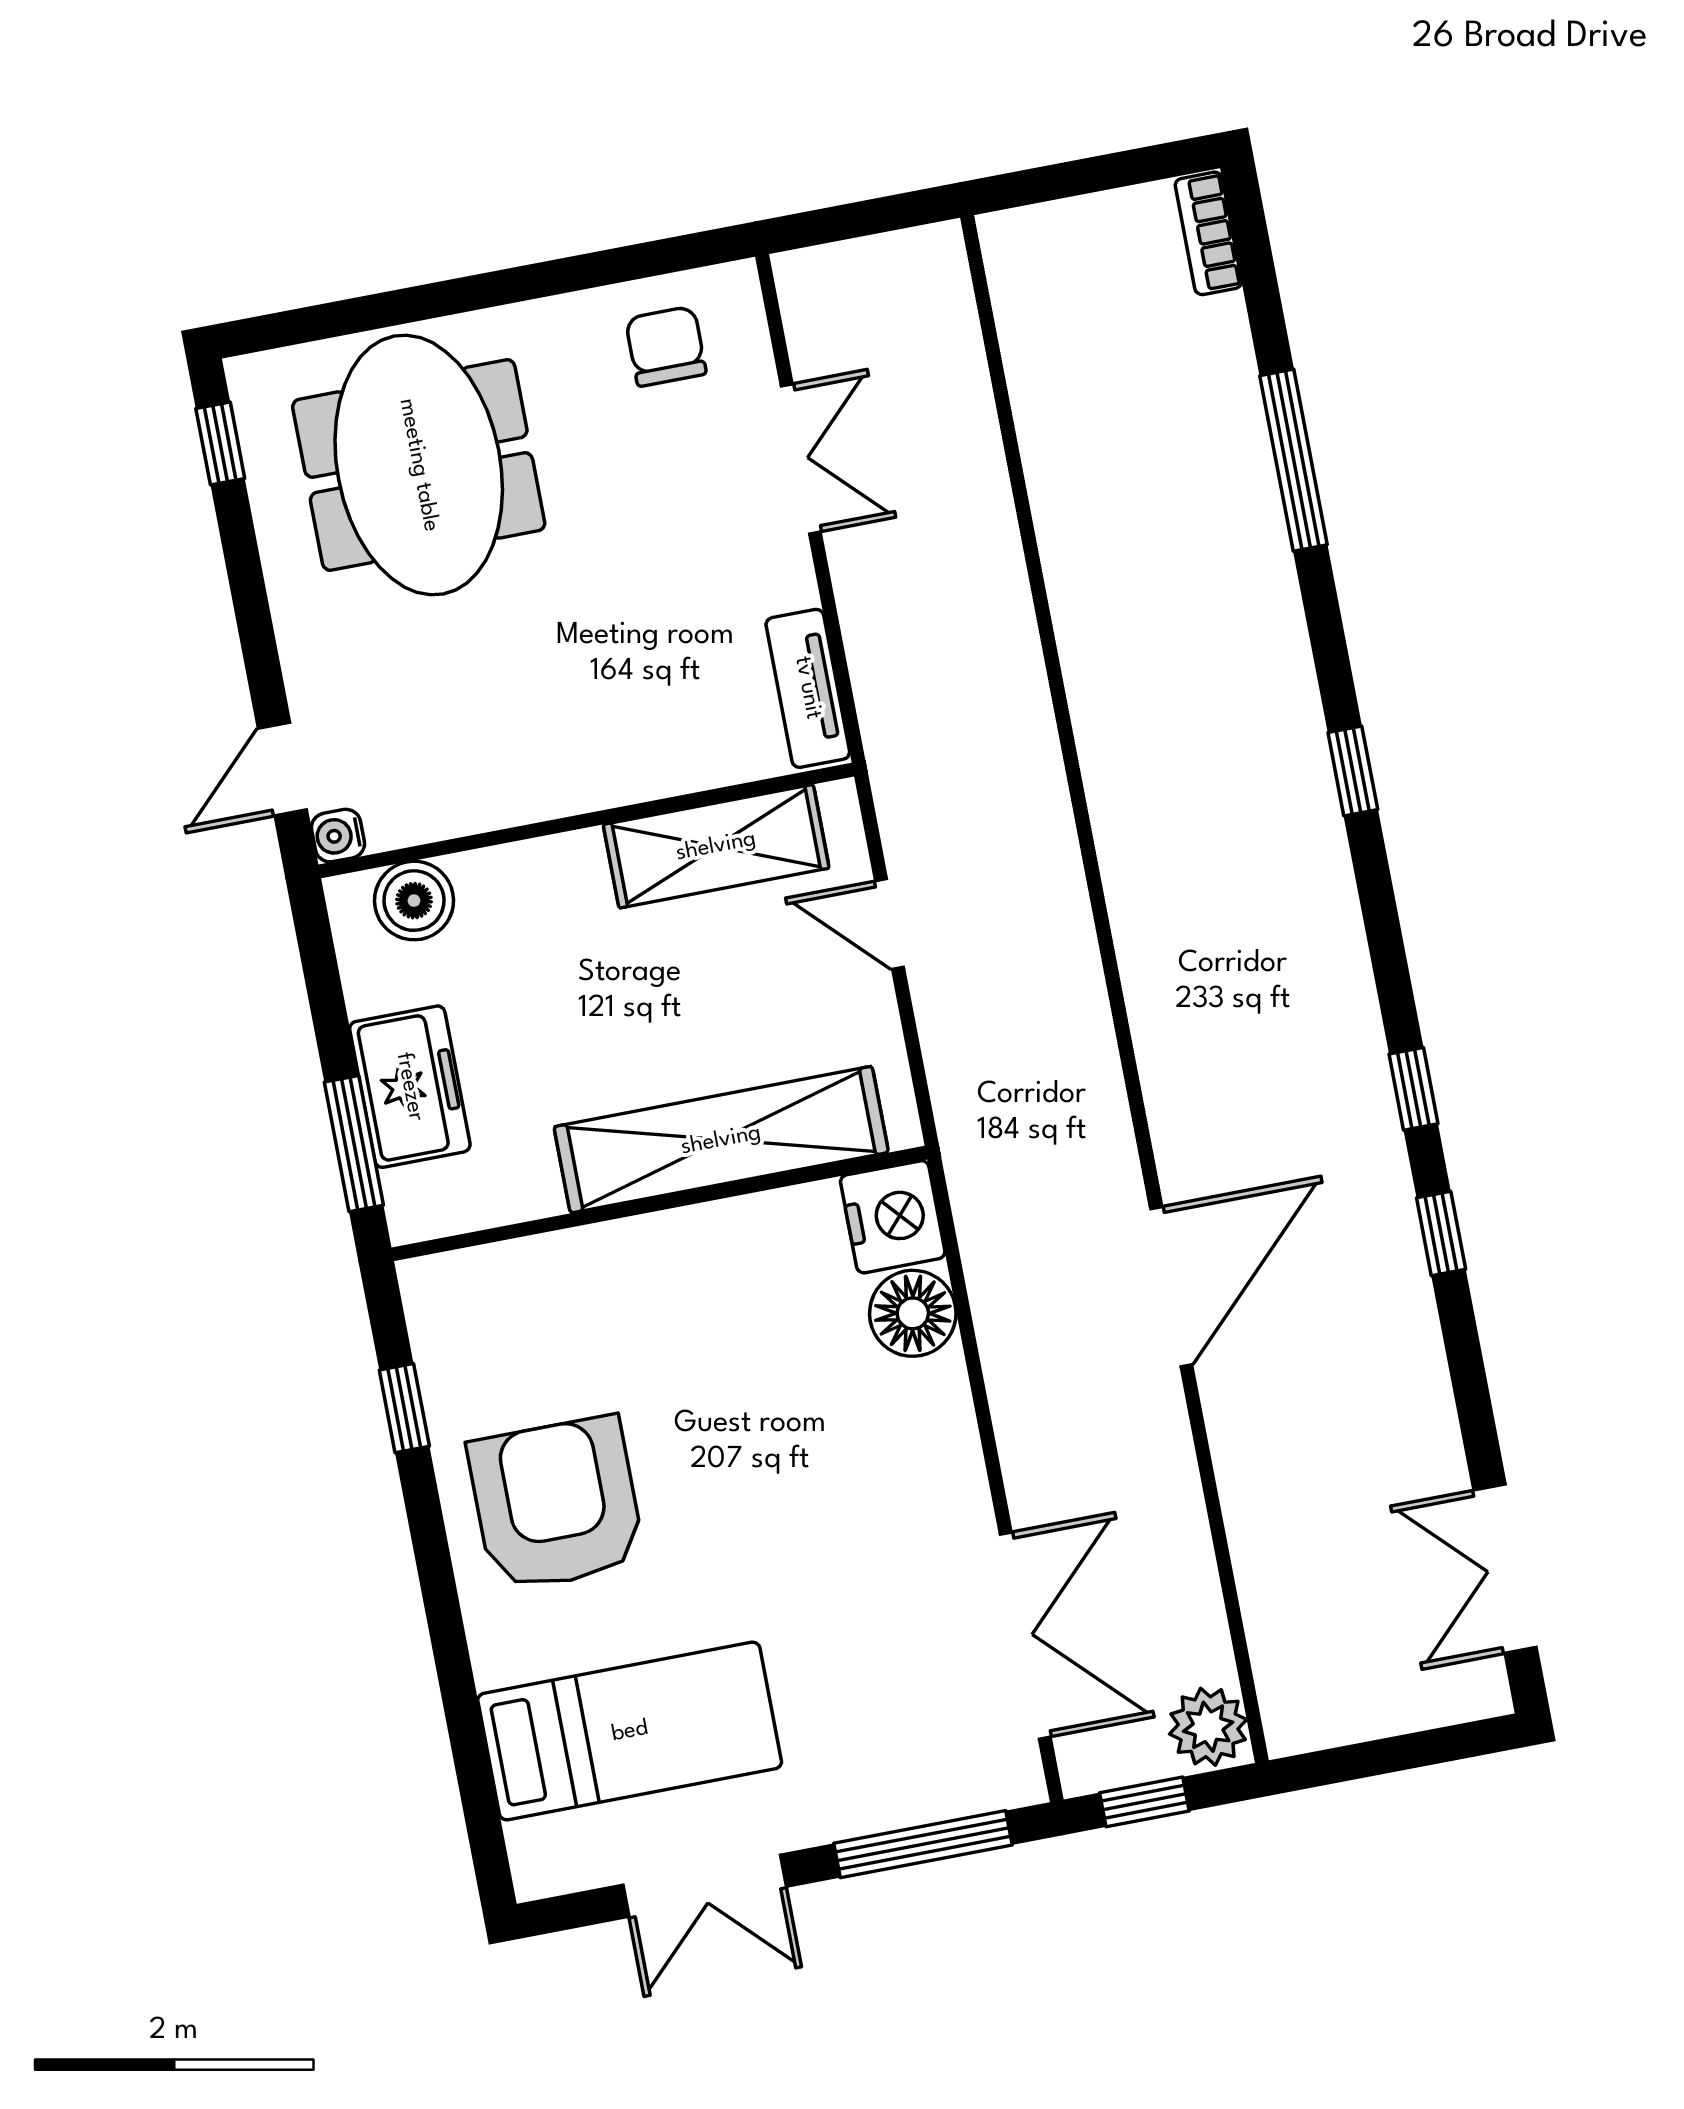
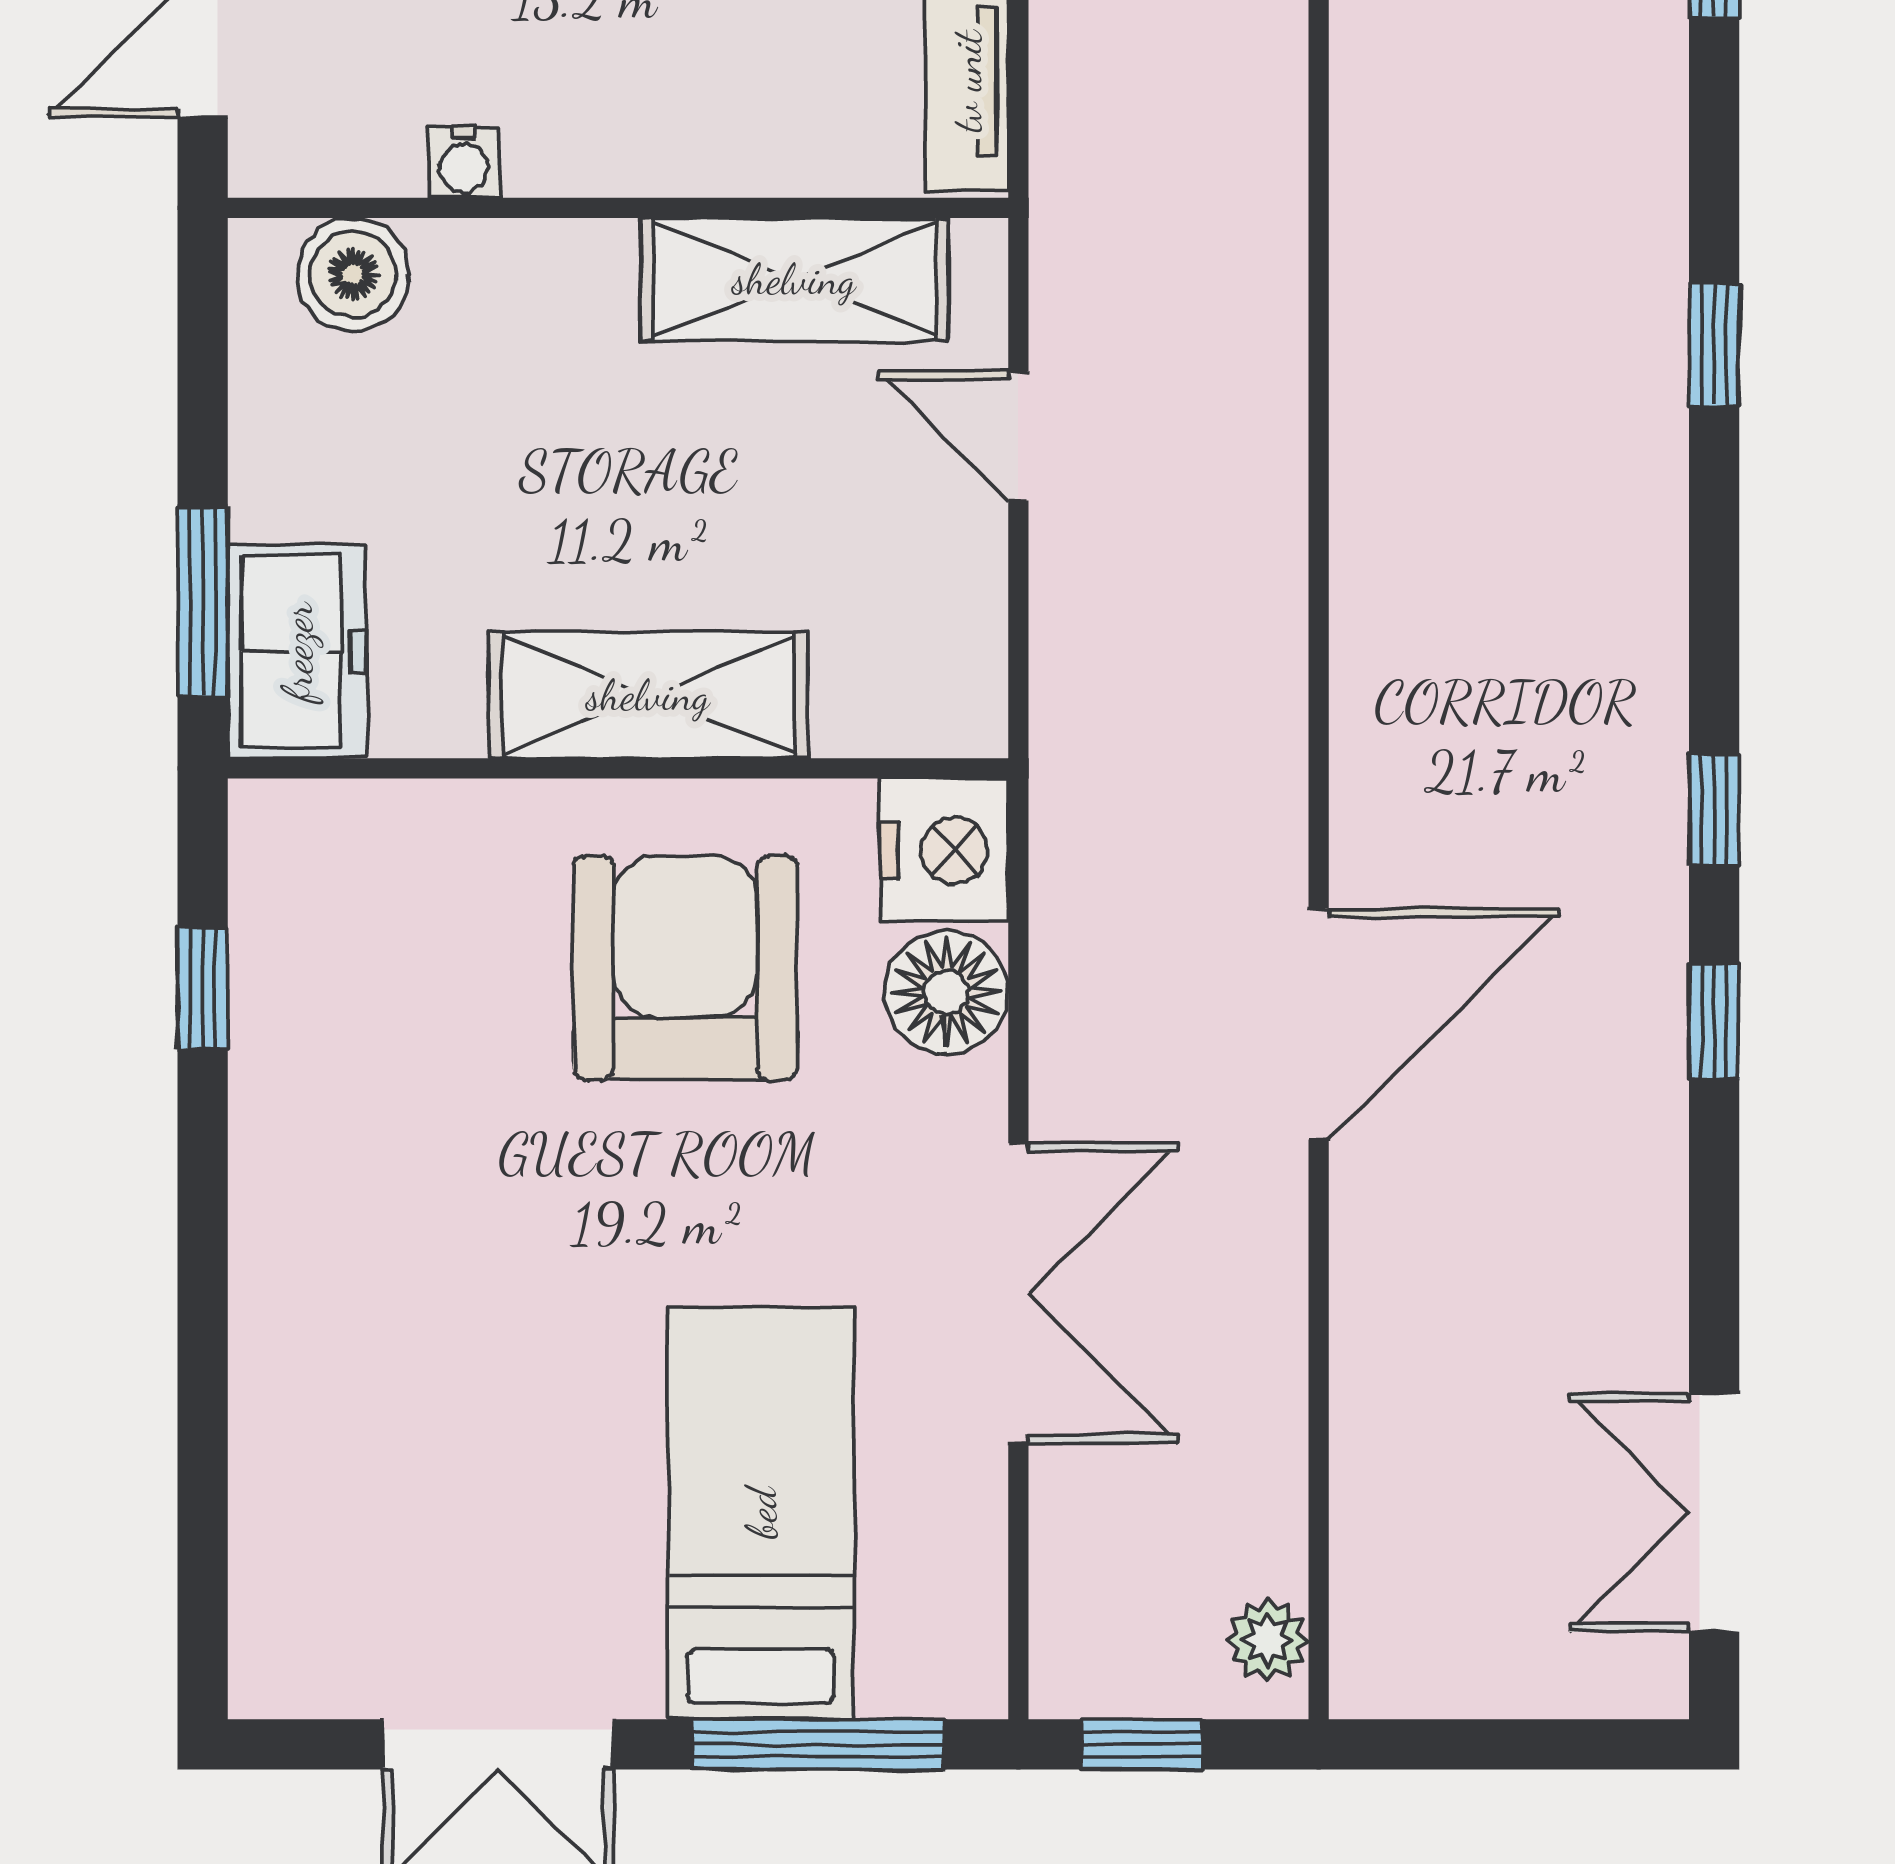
water cooler: (338, 836) -> (464, 162), moved, turned -90
freezer: (410, 1087) -> (297, 652), moved
shelving: (721, 1140) -> (648, 695), width x0.68
armchair: (556, 1504) -> (685, 968), moved
double door: (1025, 1636) -> (1018, 1293), moved
plant: (1208, 1727) -> (1268, 1640), width x0.73, depth x0.73
bed: (630, 1731) -> (761, 1513), moved, turned -90

